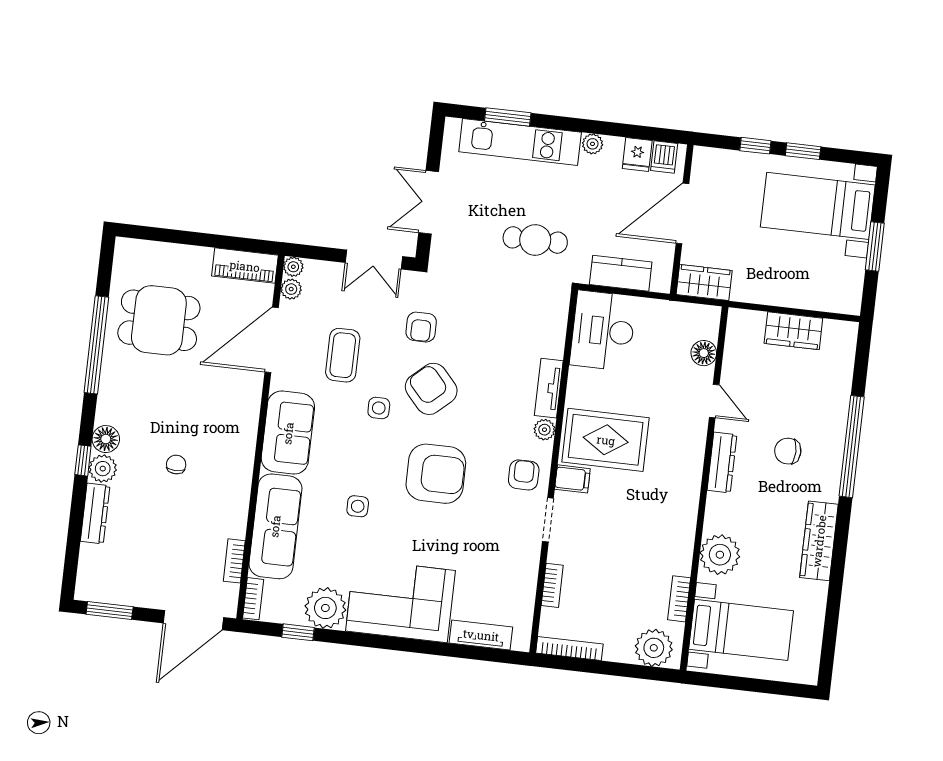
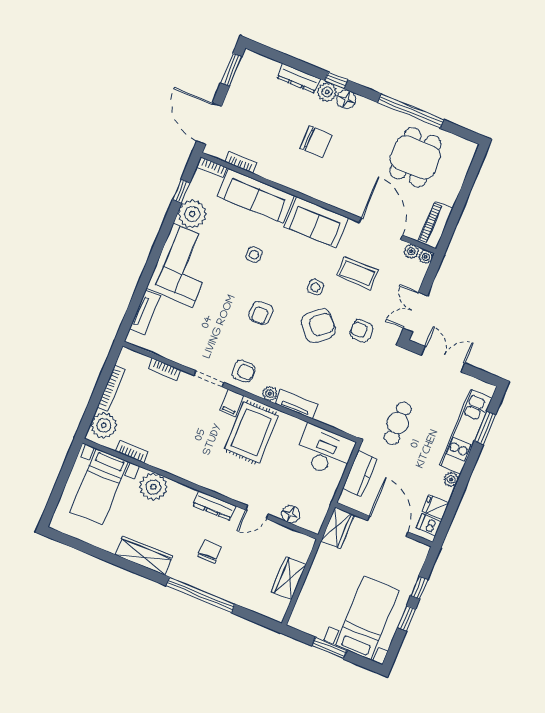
chair: (176, 465) -> (316, 142), width x1.87, depth x1.87
armchair: (436, 474) -> (261, 313), width x0.53, depth x0.53
bookcase: (569, 649) -> (111, 388), moved

